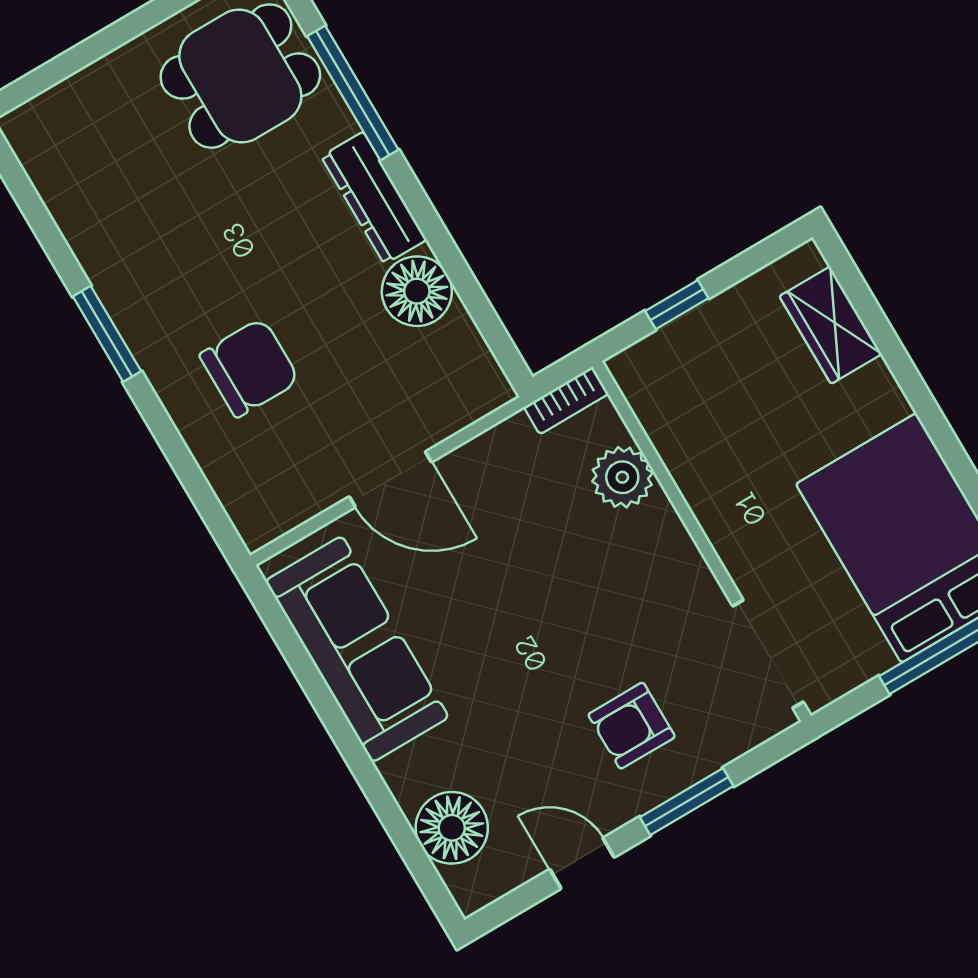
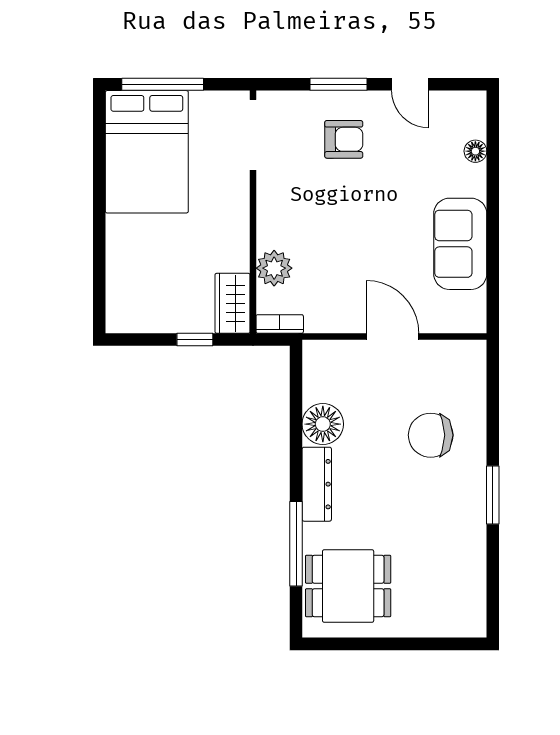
wardrobe: (831, 325) -> (233, 303), moved, turned 180
sofa: (357, 649) -> (460, 244), width x0.73
floor lamp: (452, 828) -> (475, 151), width x0.53, depth x0.53

